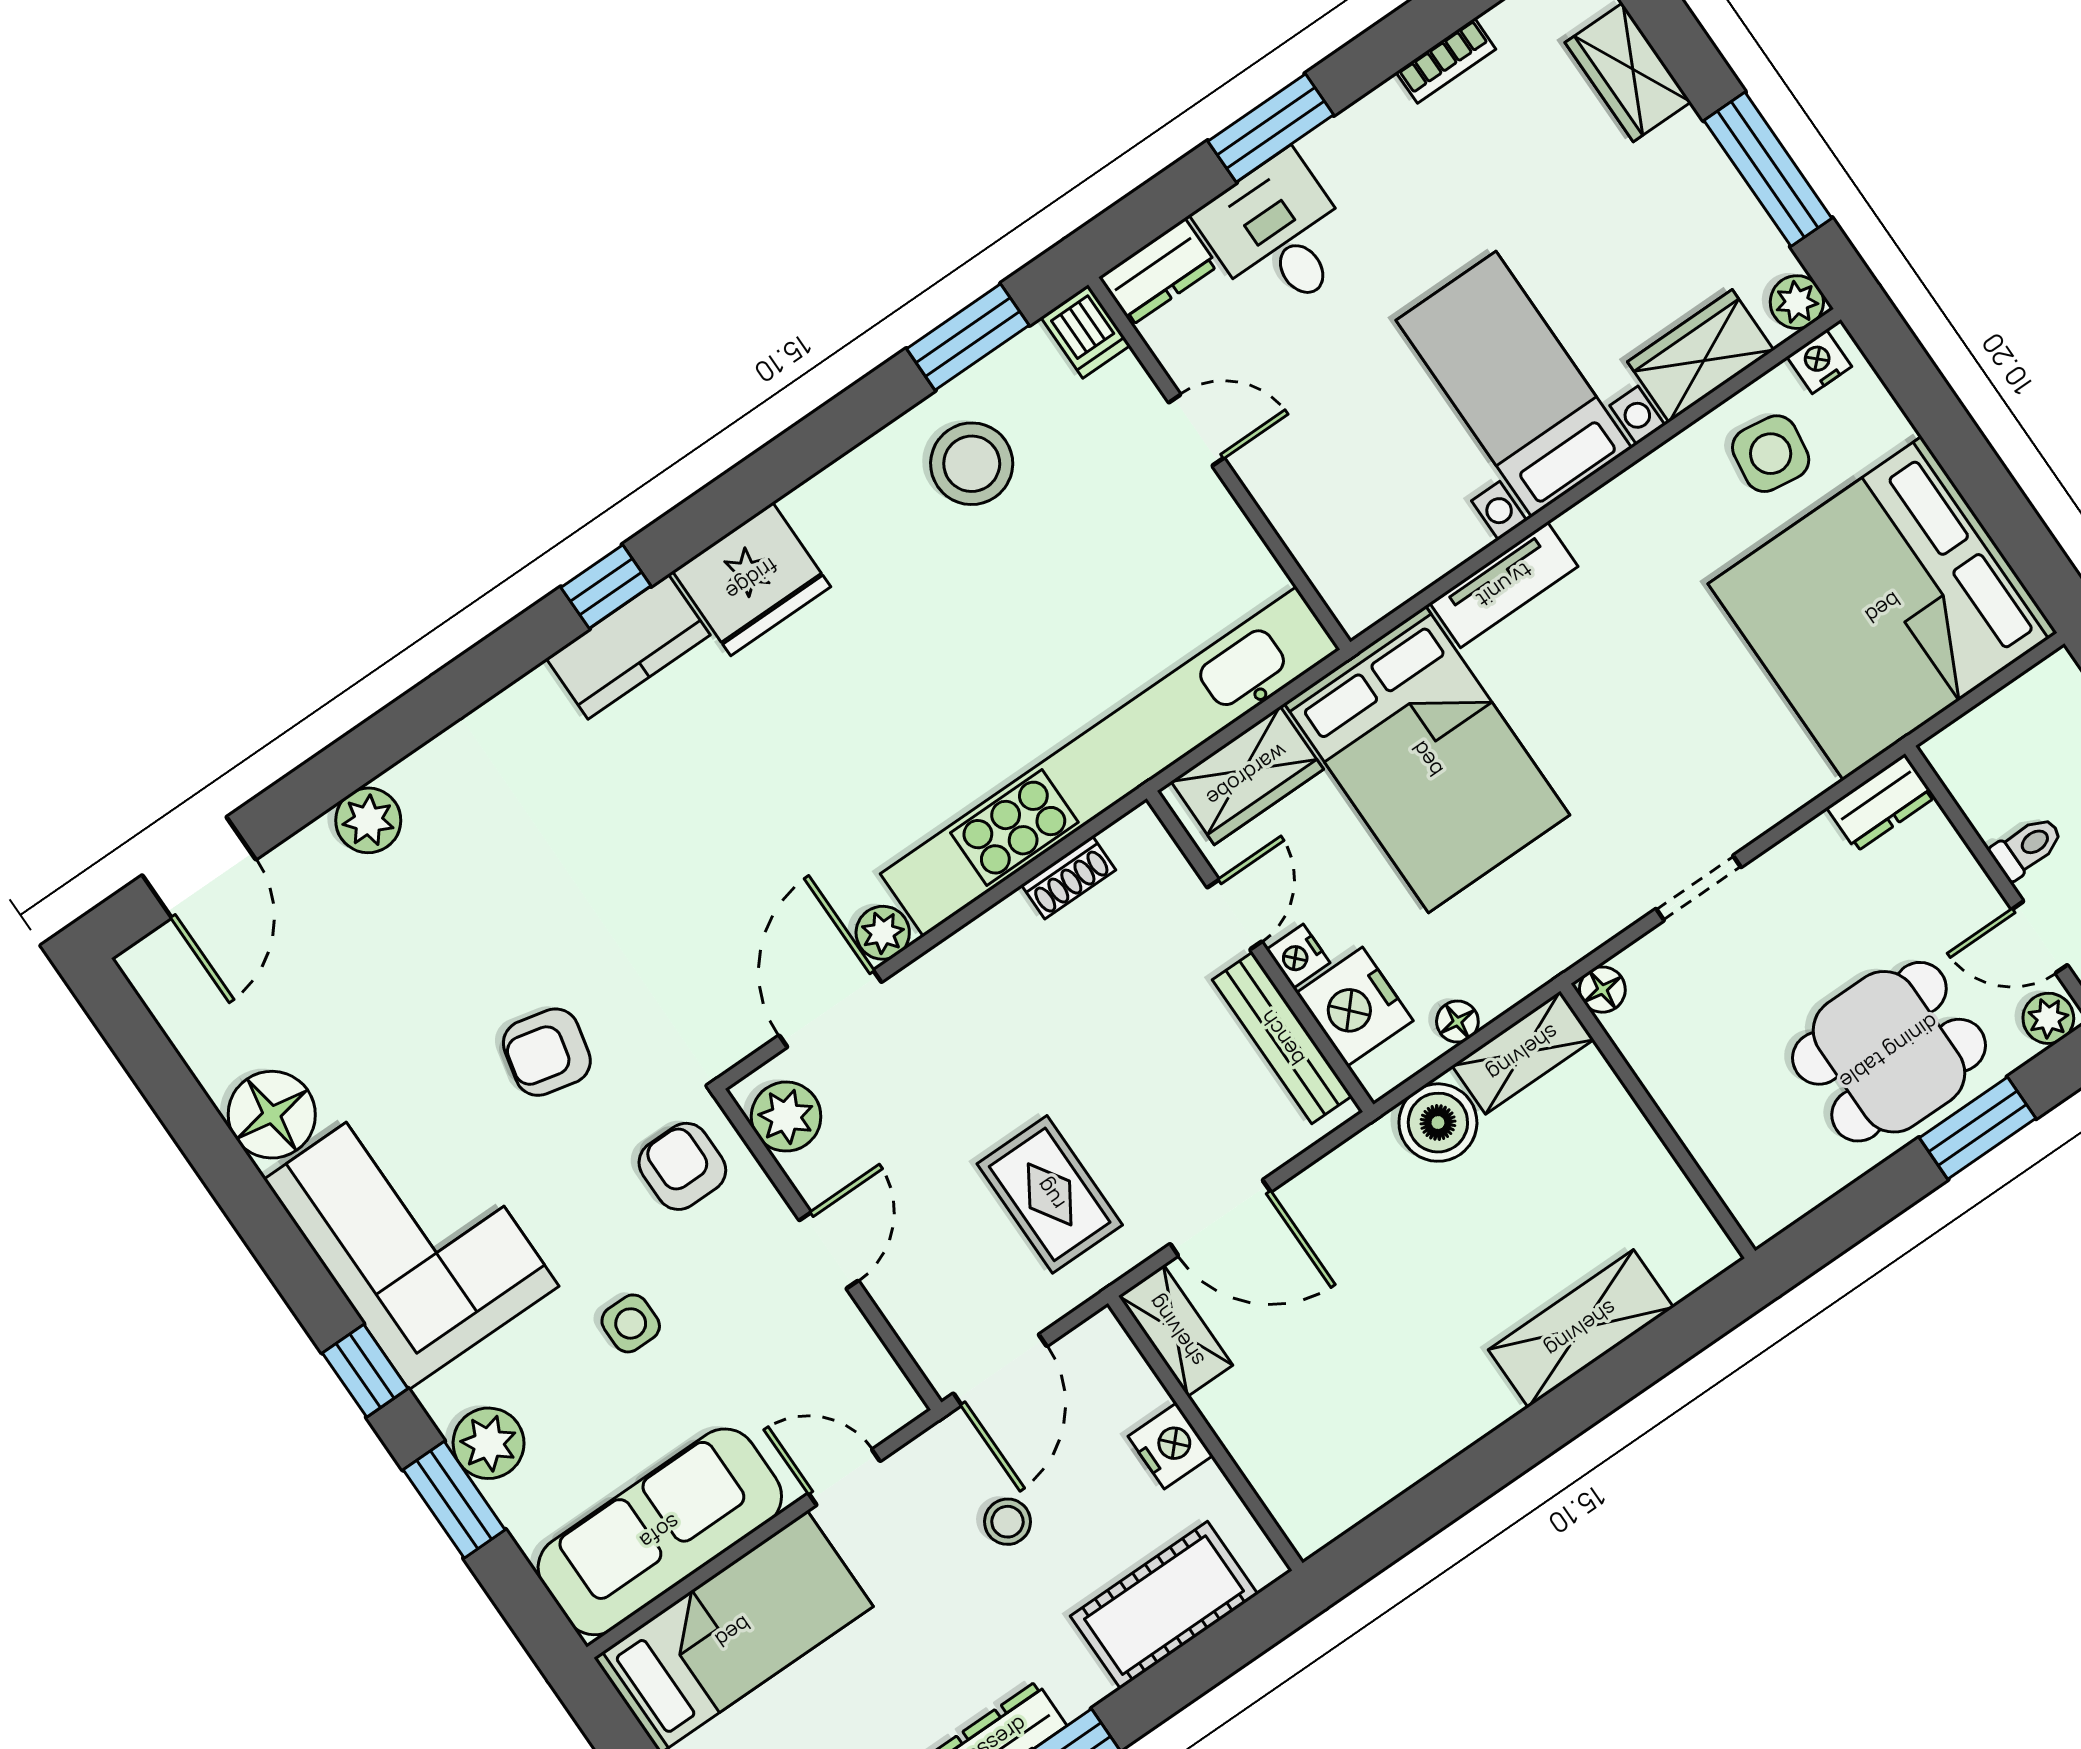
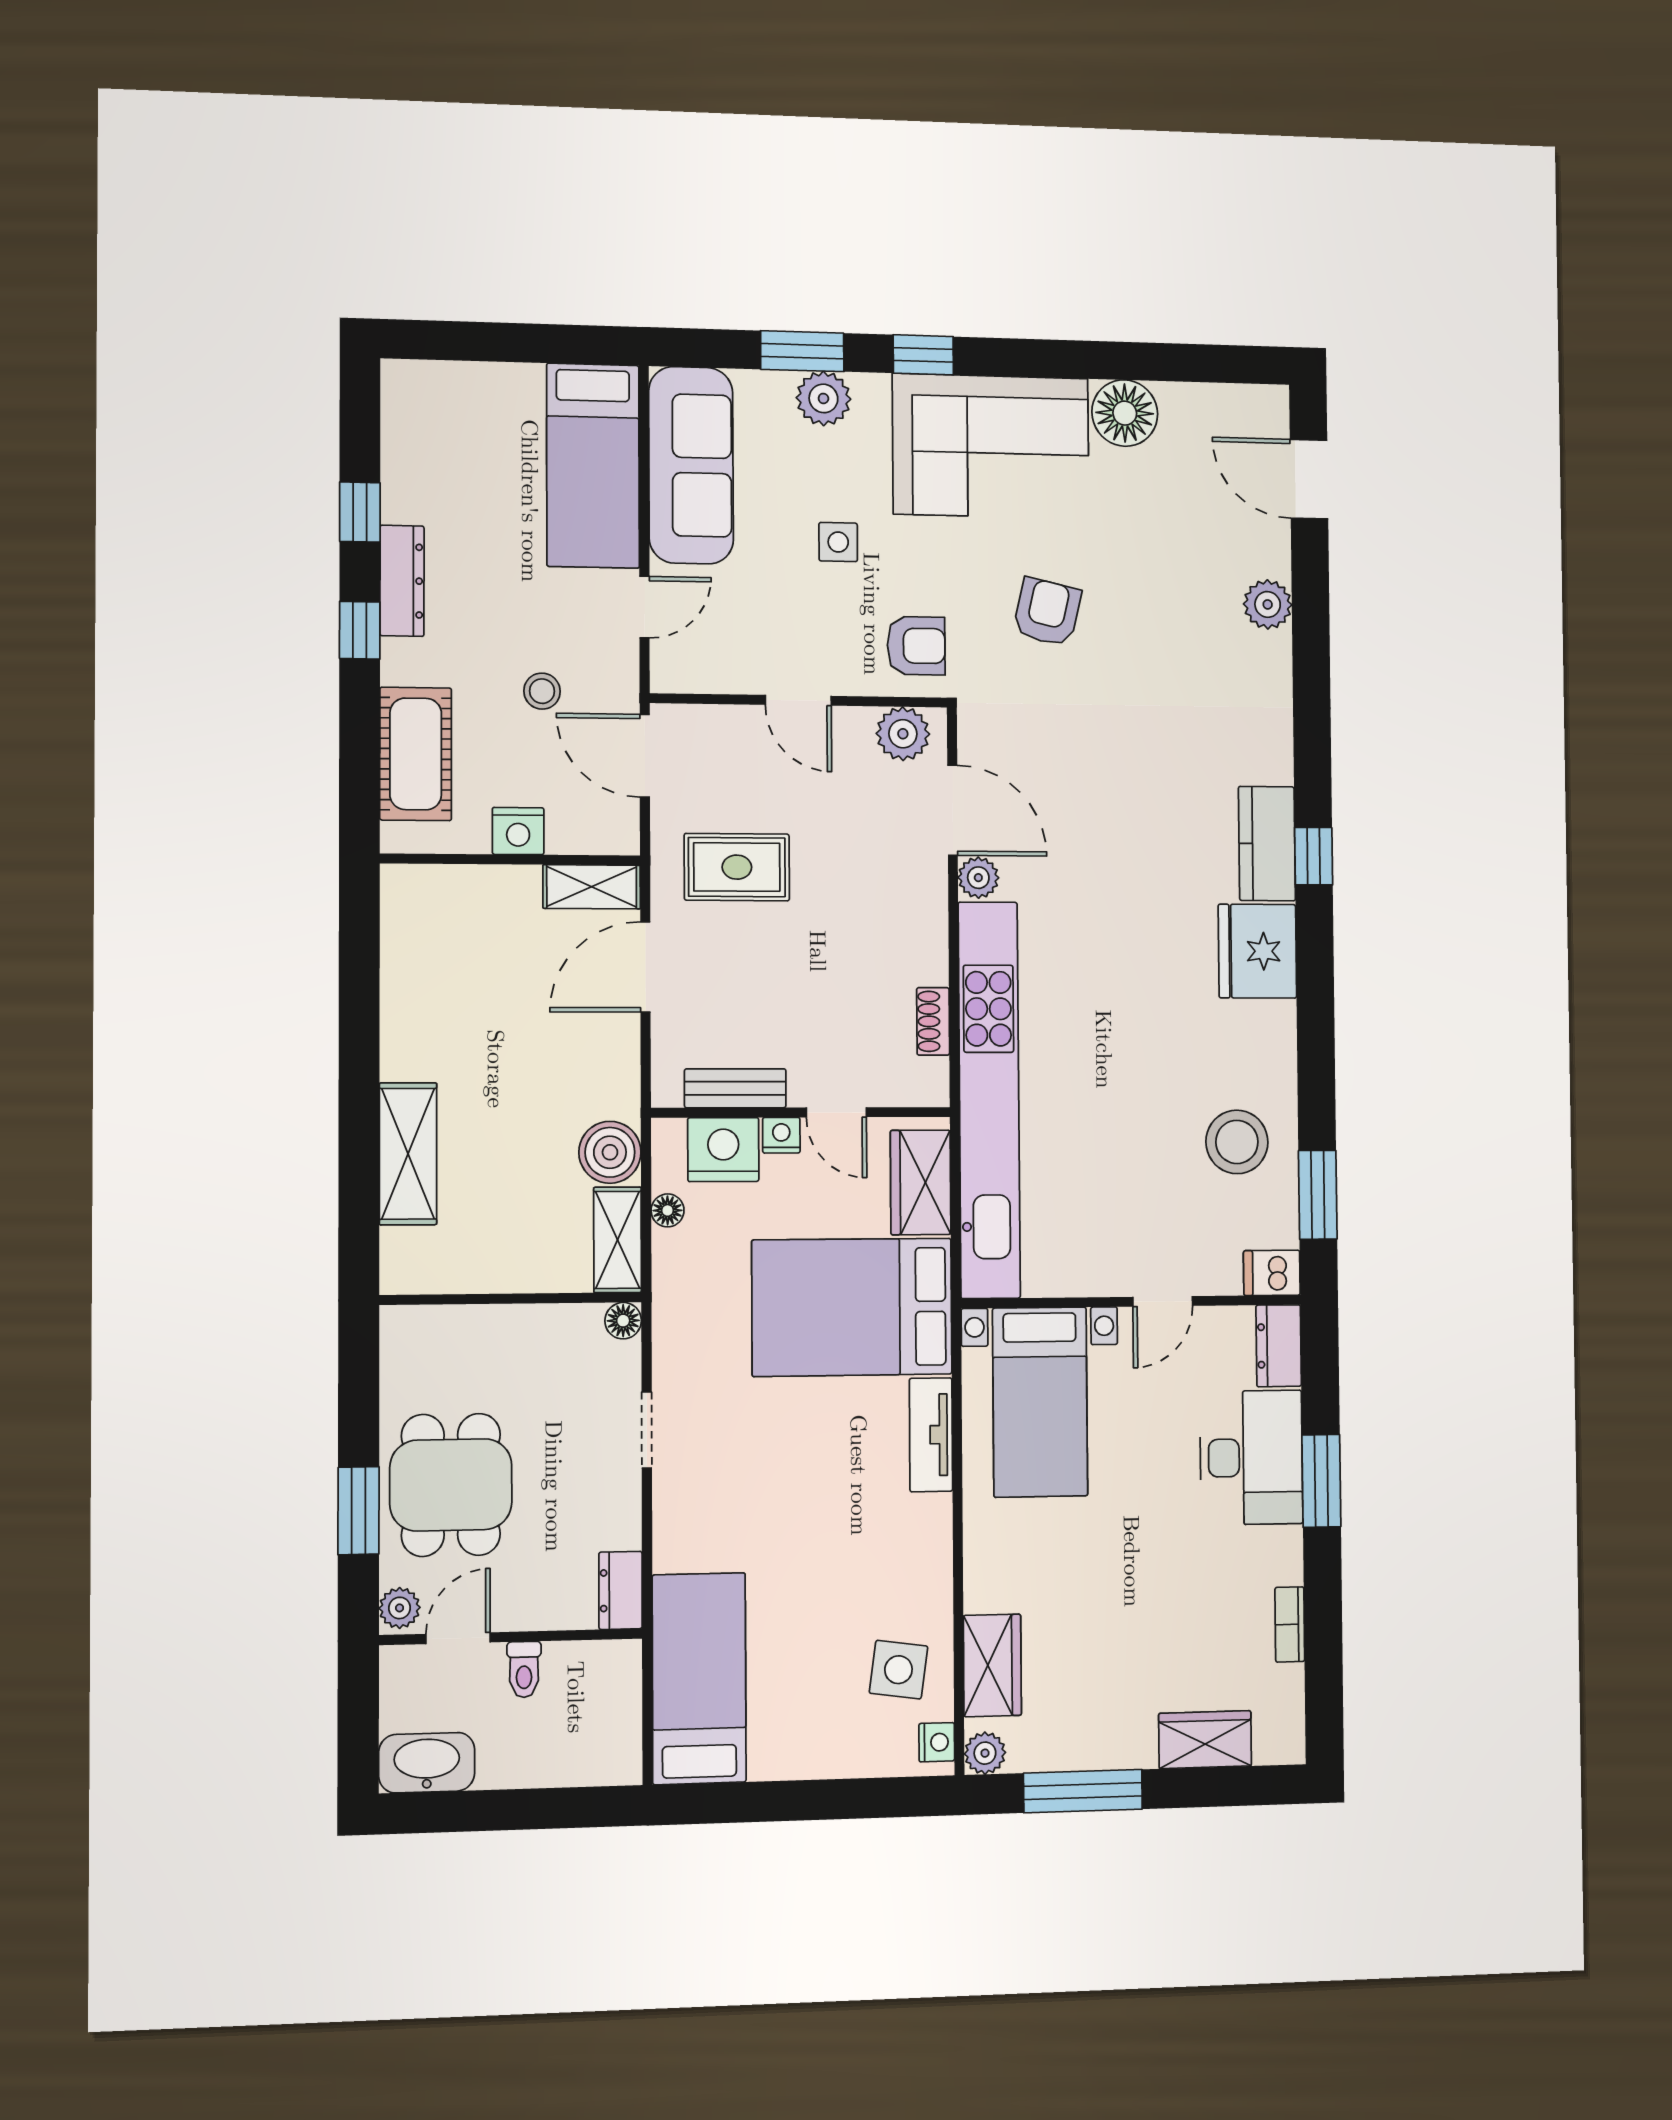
desk: (1278, 235) -> (1251, 1458), width x1.37
bed with nightstands: (1514, 384) -> (1040, 1402), moved, turned 90
bed: (1883, 608) -> (699, 1679), width x0.49
bench: (1282, 1038) -> (735, 1088), width x0.73

